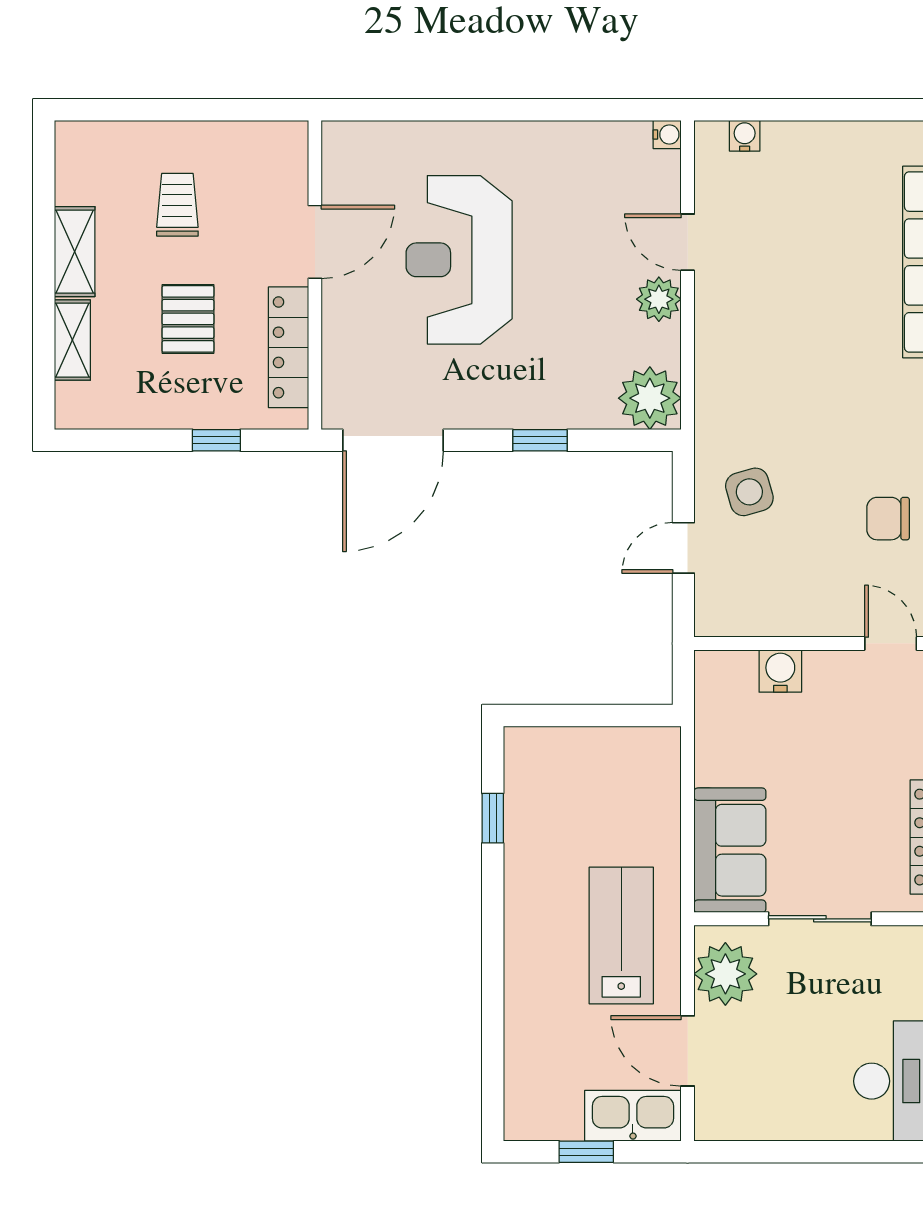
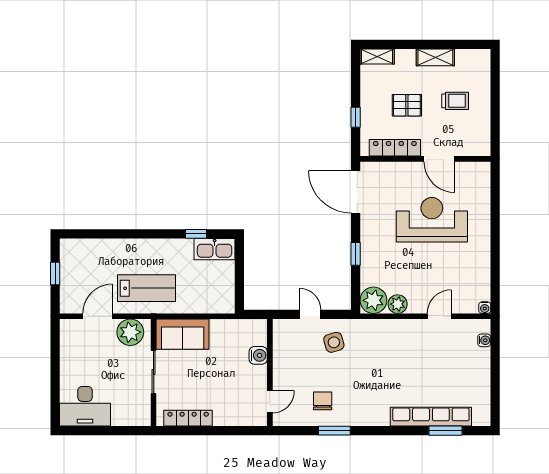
plant: (659, 299) -> (398, 304), moved
shelving: (72, 340) -> (377, 56), moved
kitchen sink: (633, 1116) -> (215, 249), moved, turned 90

